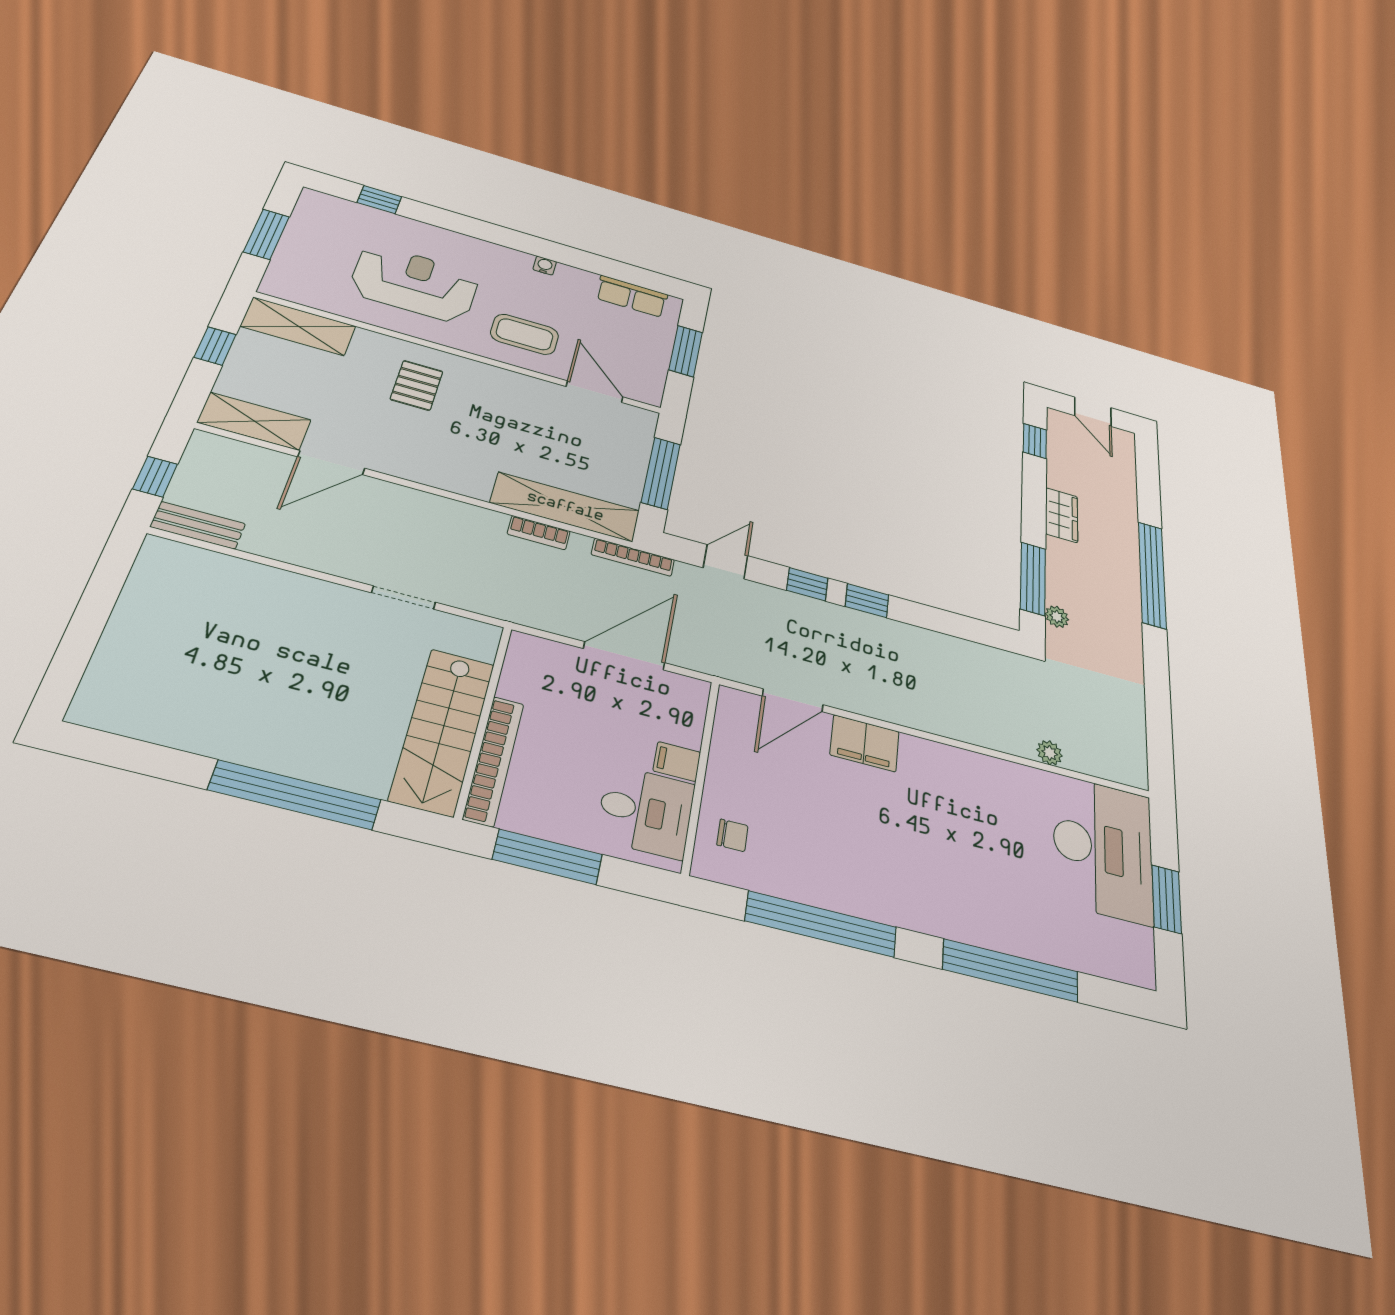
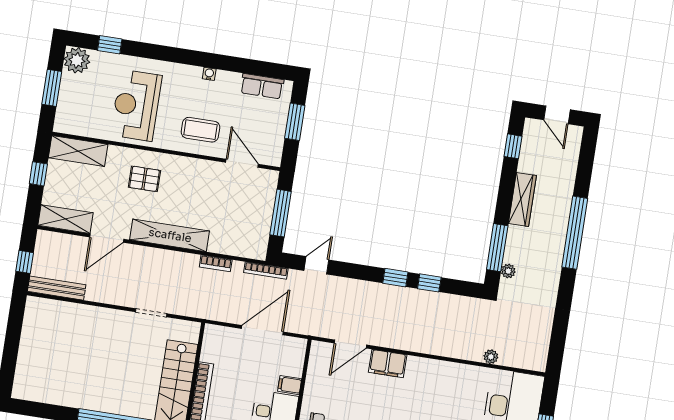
plant: (319, 208) -> (77, 60), added
reception desk: (415, 283) -> (136, 105), turned -90
pallet: (417, 385) -> (144, 179), turned 90
shelving: (565, 507) -> (170, 235), moved
wardrobe: (1062, 515) -> (522, 199), width x1.50
bench: (198, 525) -> (57, 288), width x1.36
window: (807, 584) -> (429, 283), moved

